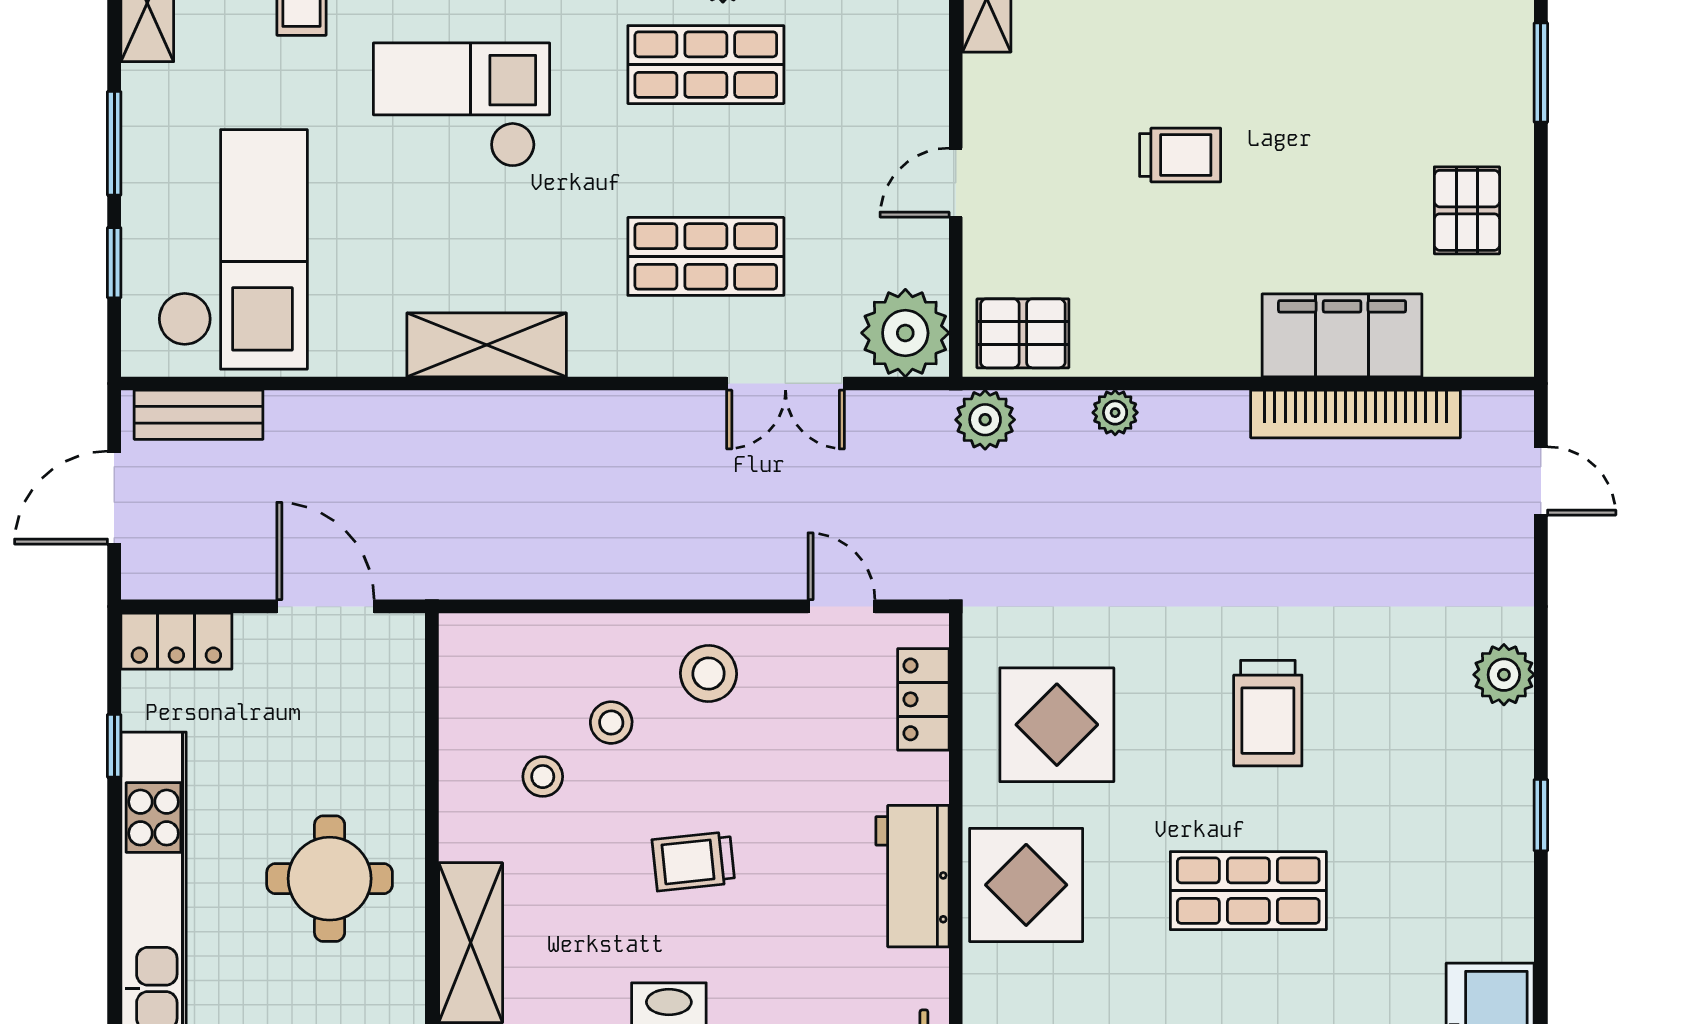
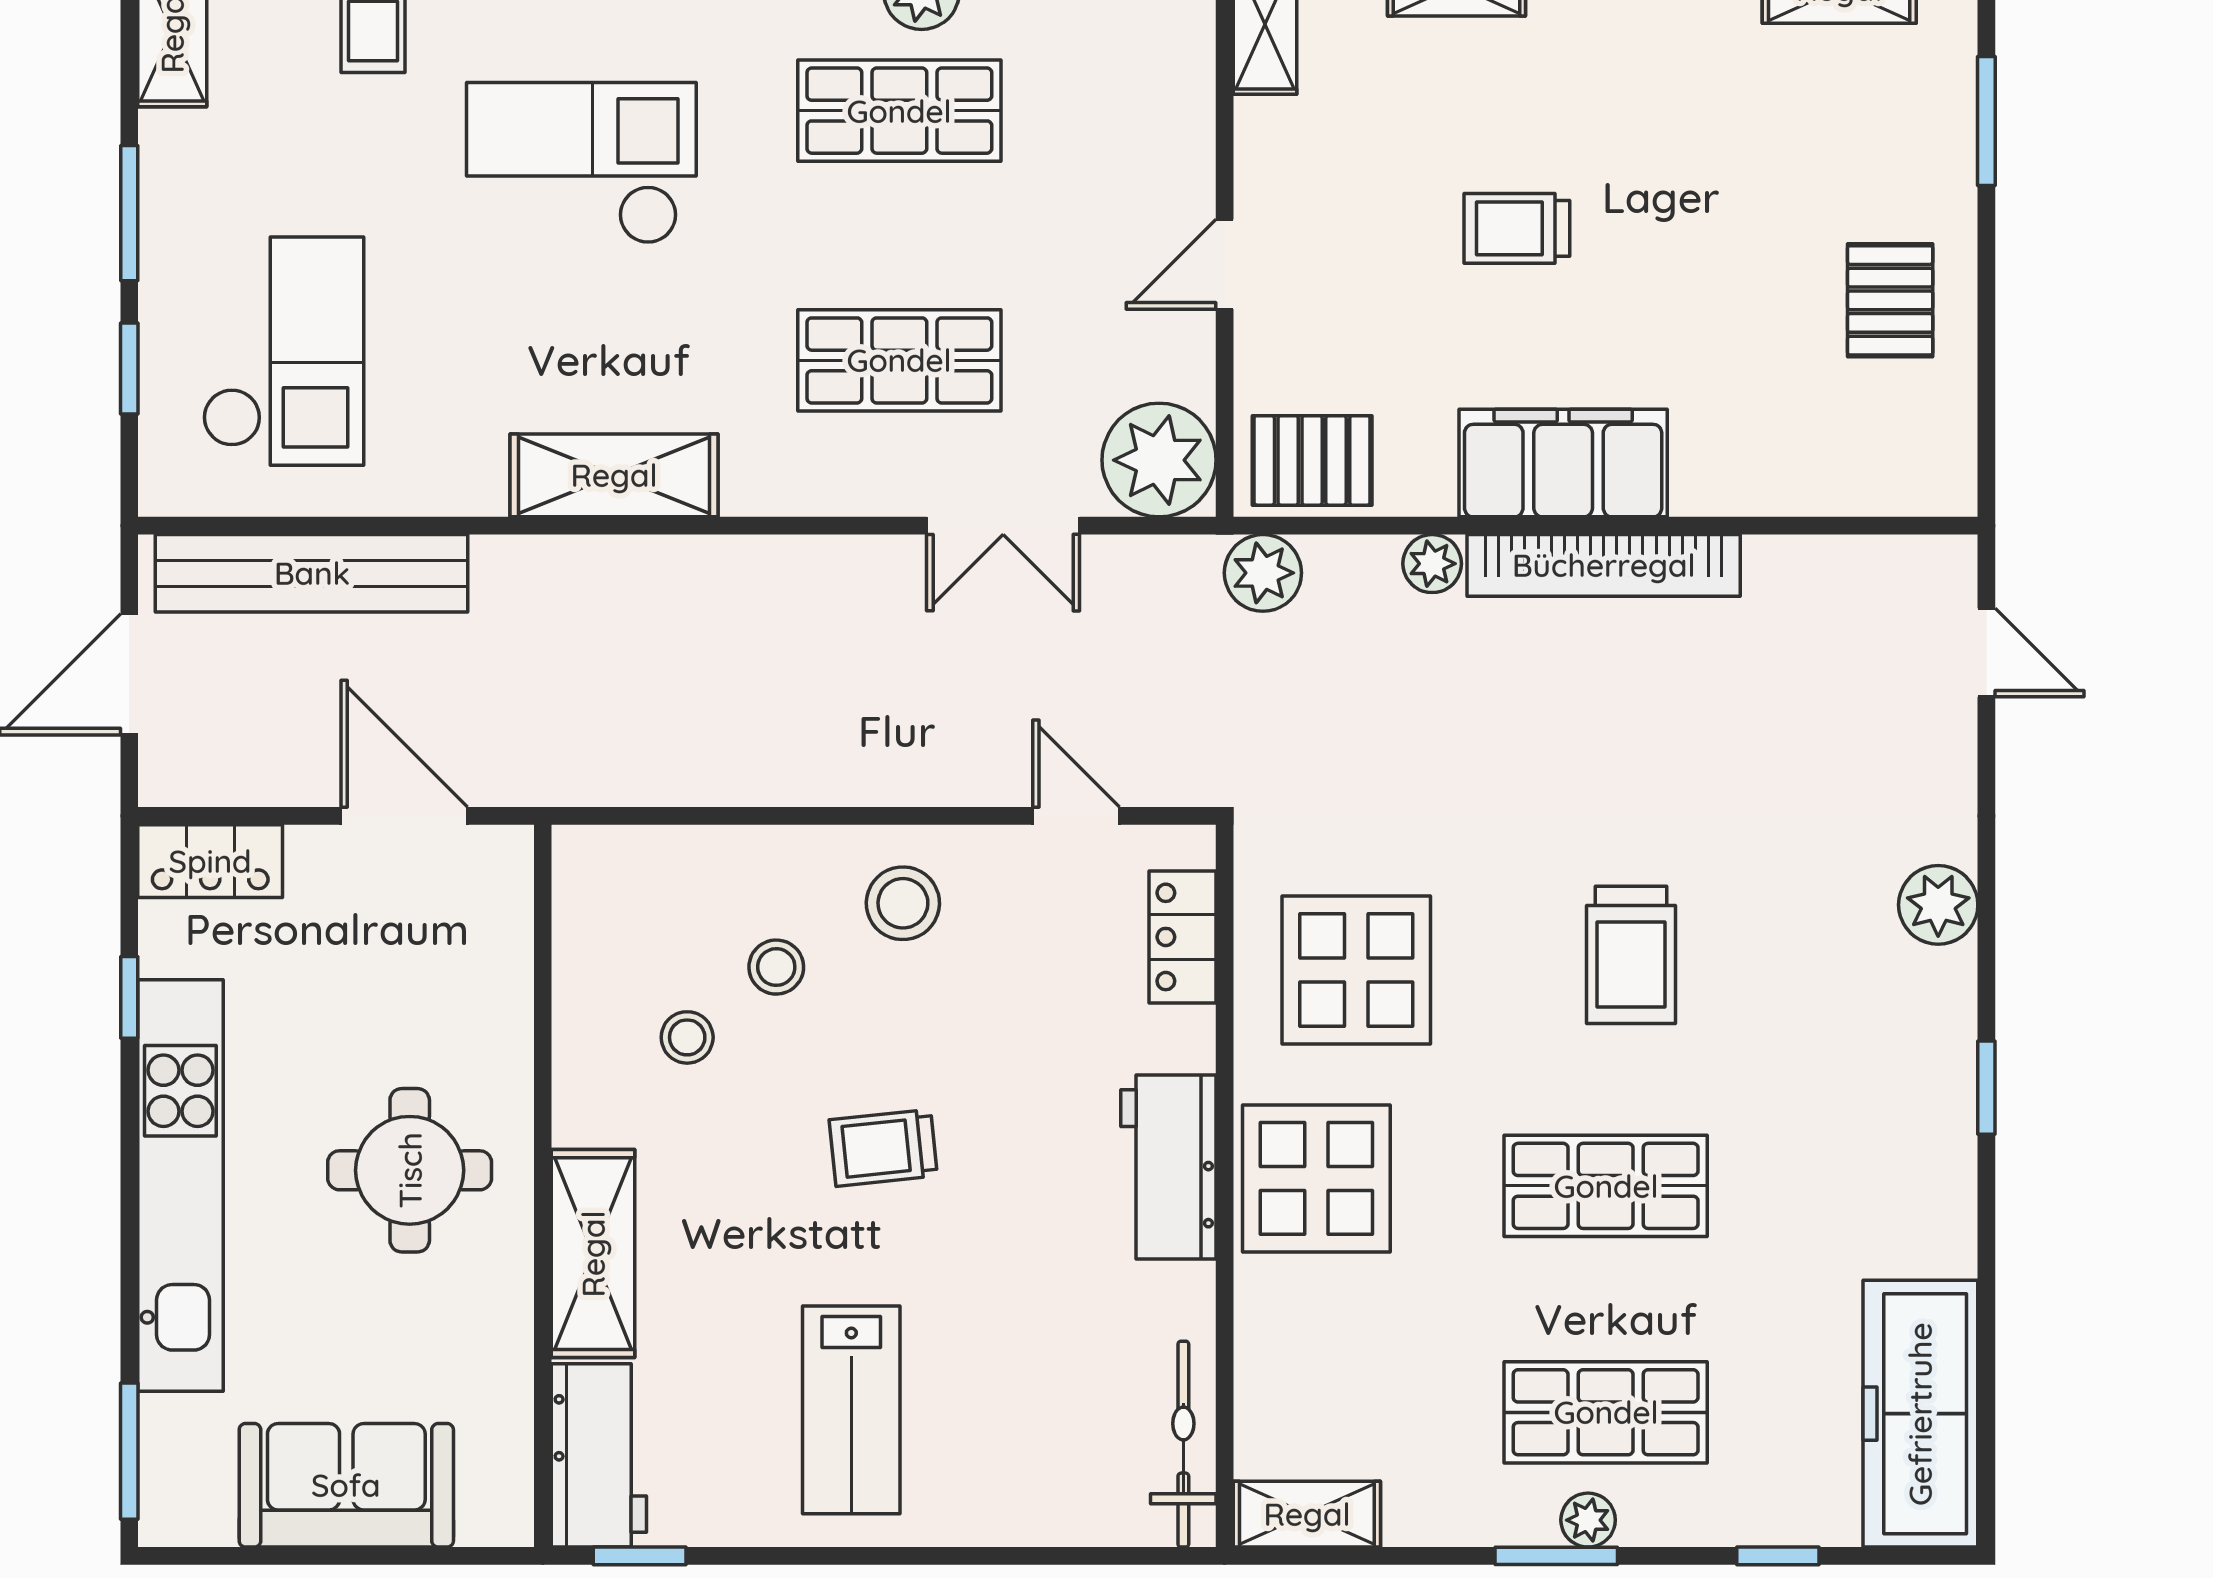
trolley: (1180, 155) -> (1517, 228), turned 180
checkout: (233, 249) -> (283, 351), width x0.73, depth x0.83
filing cabinet: (1342, 335) -> (1563, 463), moved
bookcase: (1356, 414) -> (1604, 565), moved
bench: (199, 415) -> (312, 573), width x1.86, depth x1.21

